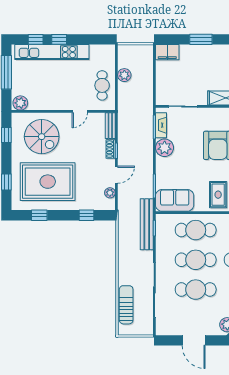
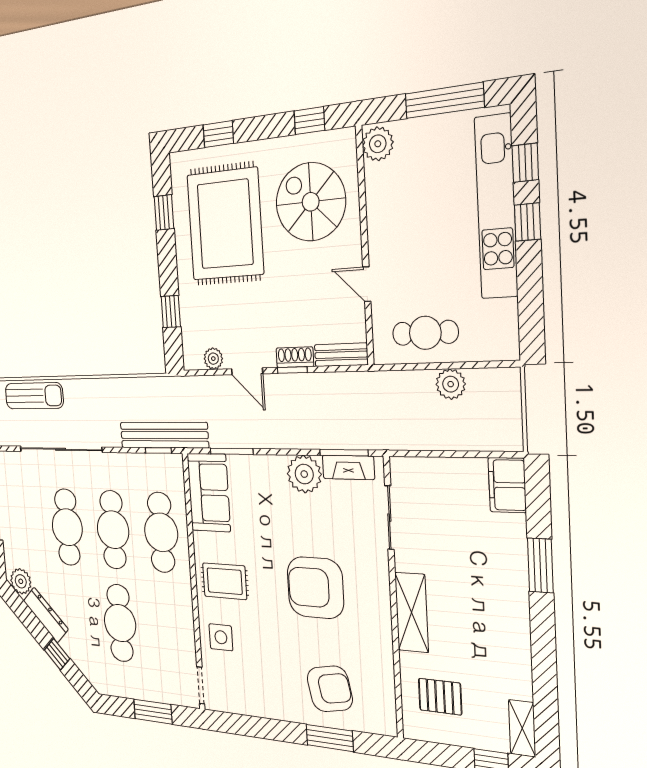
spiral stairs: (42, 137) -> (311, 202), turned 90

